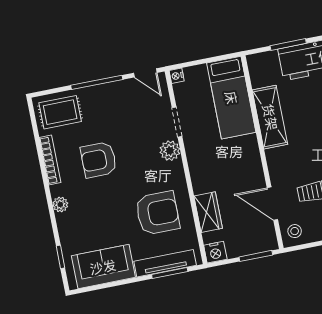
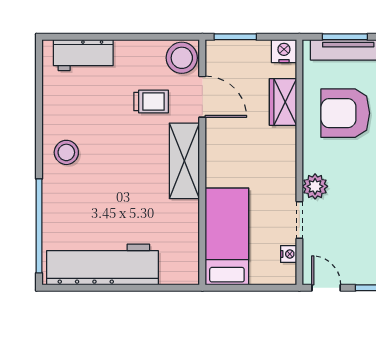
window: (288, 45) -> (145, 288), removed
nightstand: (177, 76) -> (289, 254), moved
shelving: (270, 117) -> (184, 161), moved
stool: (295, 231) -> (182, 58), width x1.89, depth x1.89

